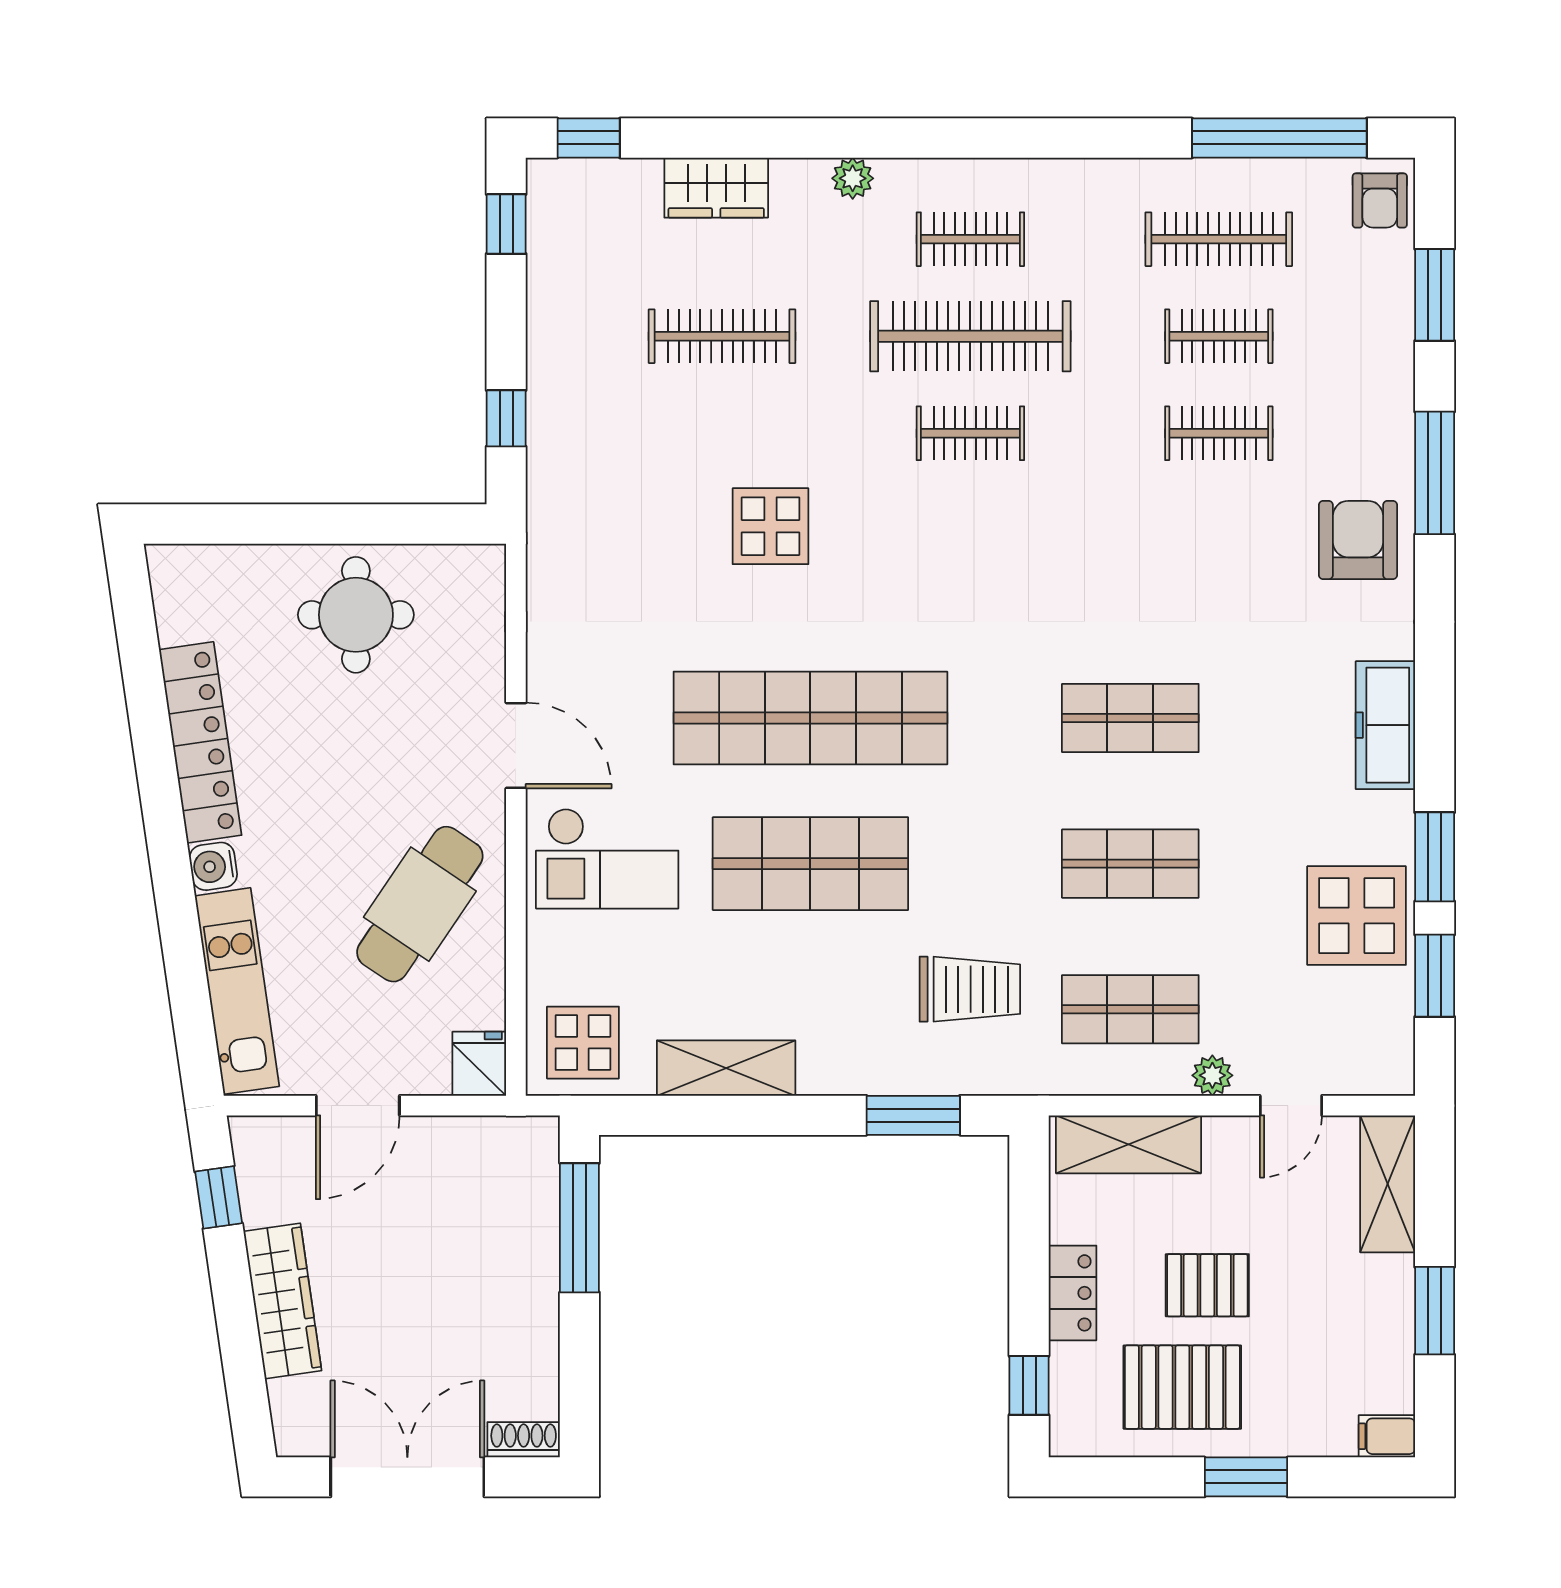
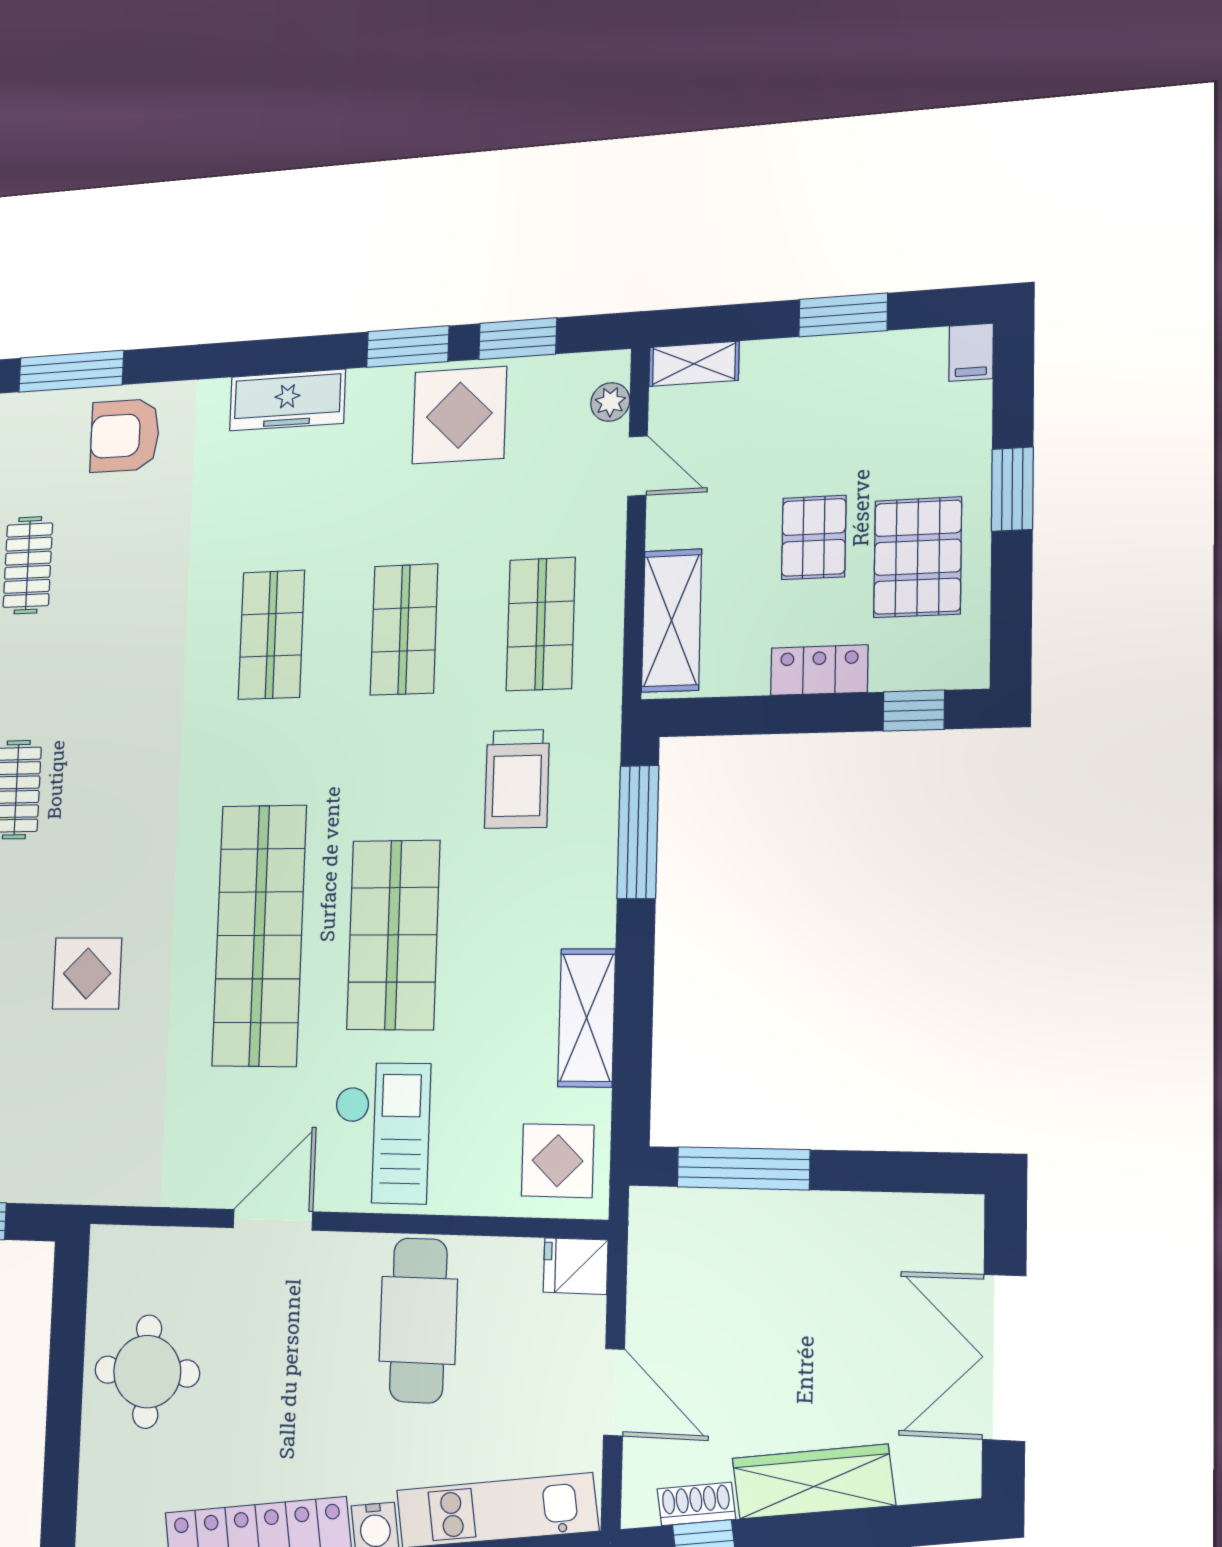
cafe table: (420, 904) -> (418, 1320), turned 56
trolley: (970, 989) -> (517, 779), turned 180
plant: (1212, 1075) -> (610, 402), moved
window: (913, 1115) -> (638, 832), width x1.44
shelving: (1388, 1184) -> (694, 364), width x0.67, depth x0.75
shoe rack: (524, 1440) -> (696, 1504), moved, turned 82

